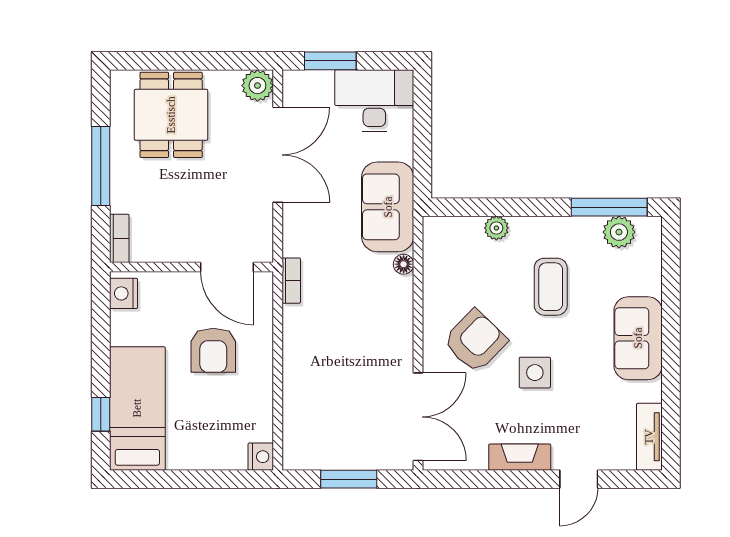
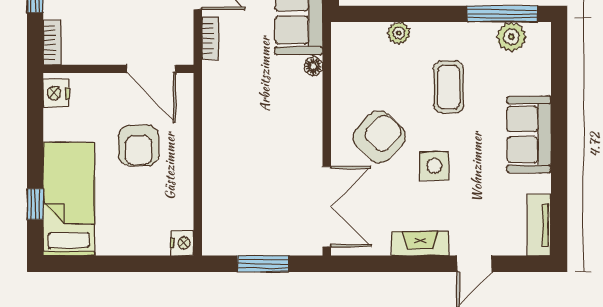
bookcase: (291, 281) -> (210, 38), moved

